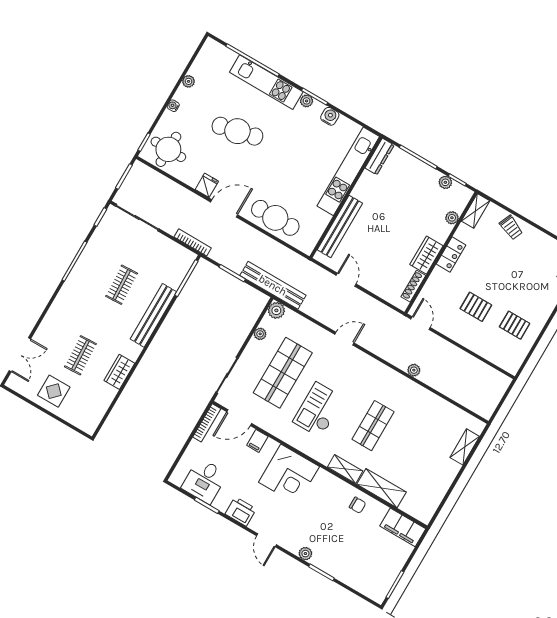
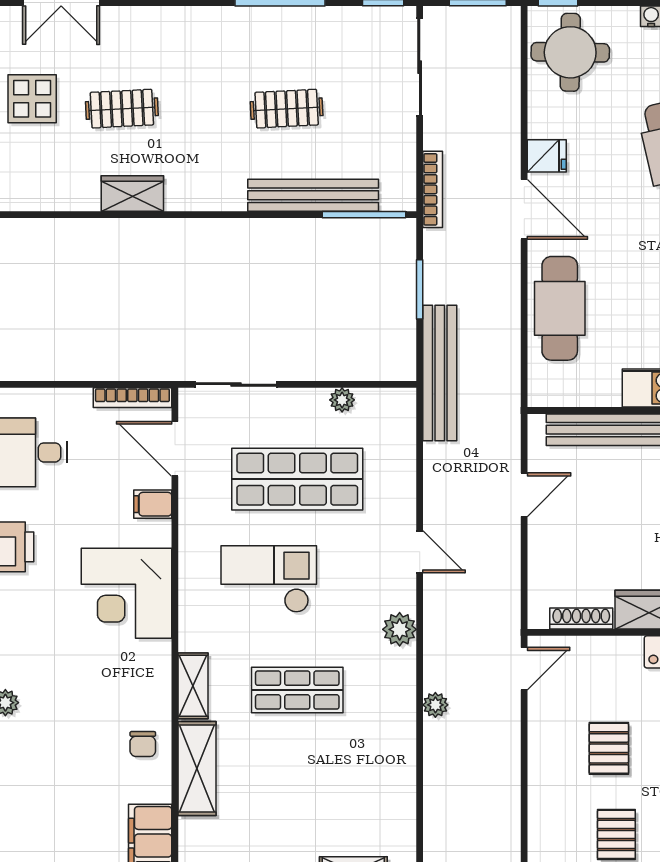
plant: (276, 310) -> (400, 629), moved
bench: (153, 315) -> (313, 195), moved

